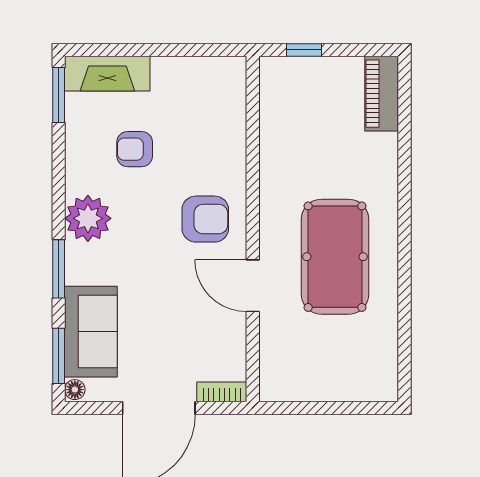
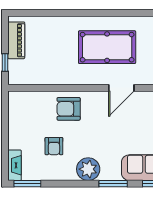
fireplace: (107, 74) -> (15, 165), width x0.73, depth x0.76
piano: (382, 94) -> (16, 40), moved, turned -90
armchair: (205, 219) -> (69, 109), moved, turned -90

